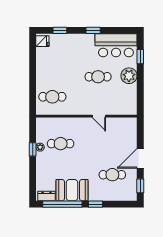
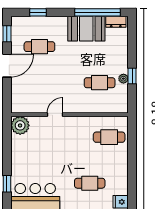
plant: (129, 76) -> (20, 125), moved
cafe table: (98, 77) -> (90, 183), moved
door: (99, 116) -> (55, 115), hinge flipped
window: (95, 204) -> (38, 12), moved

